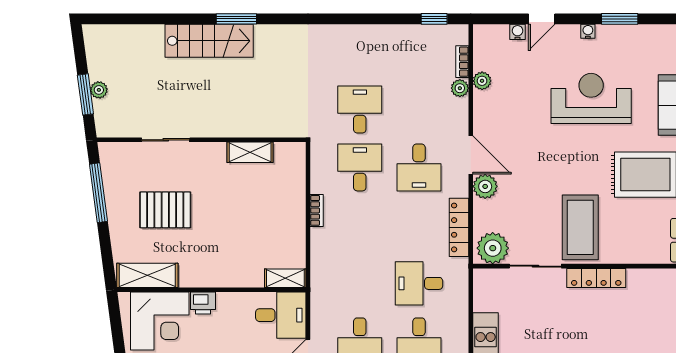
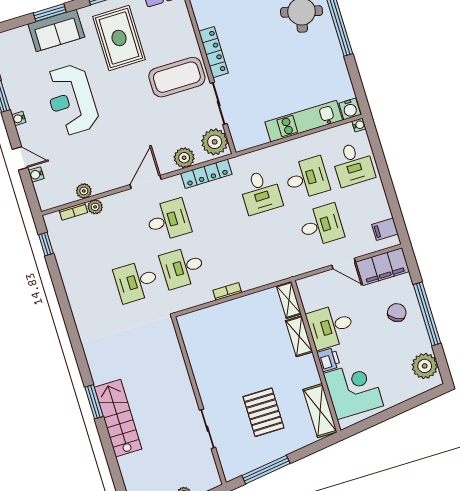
shelving: (250, 152) -> (299, 336), moved
plant: (485, 186) -> (184, 158), moved
desk: (281, 315) -> (331, 326), moved, turned -90

